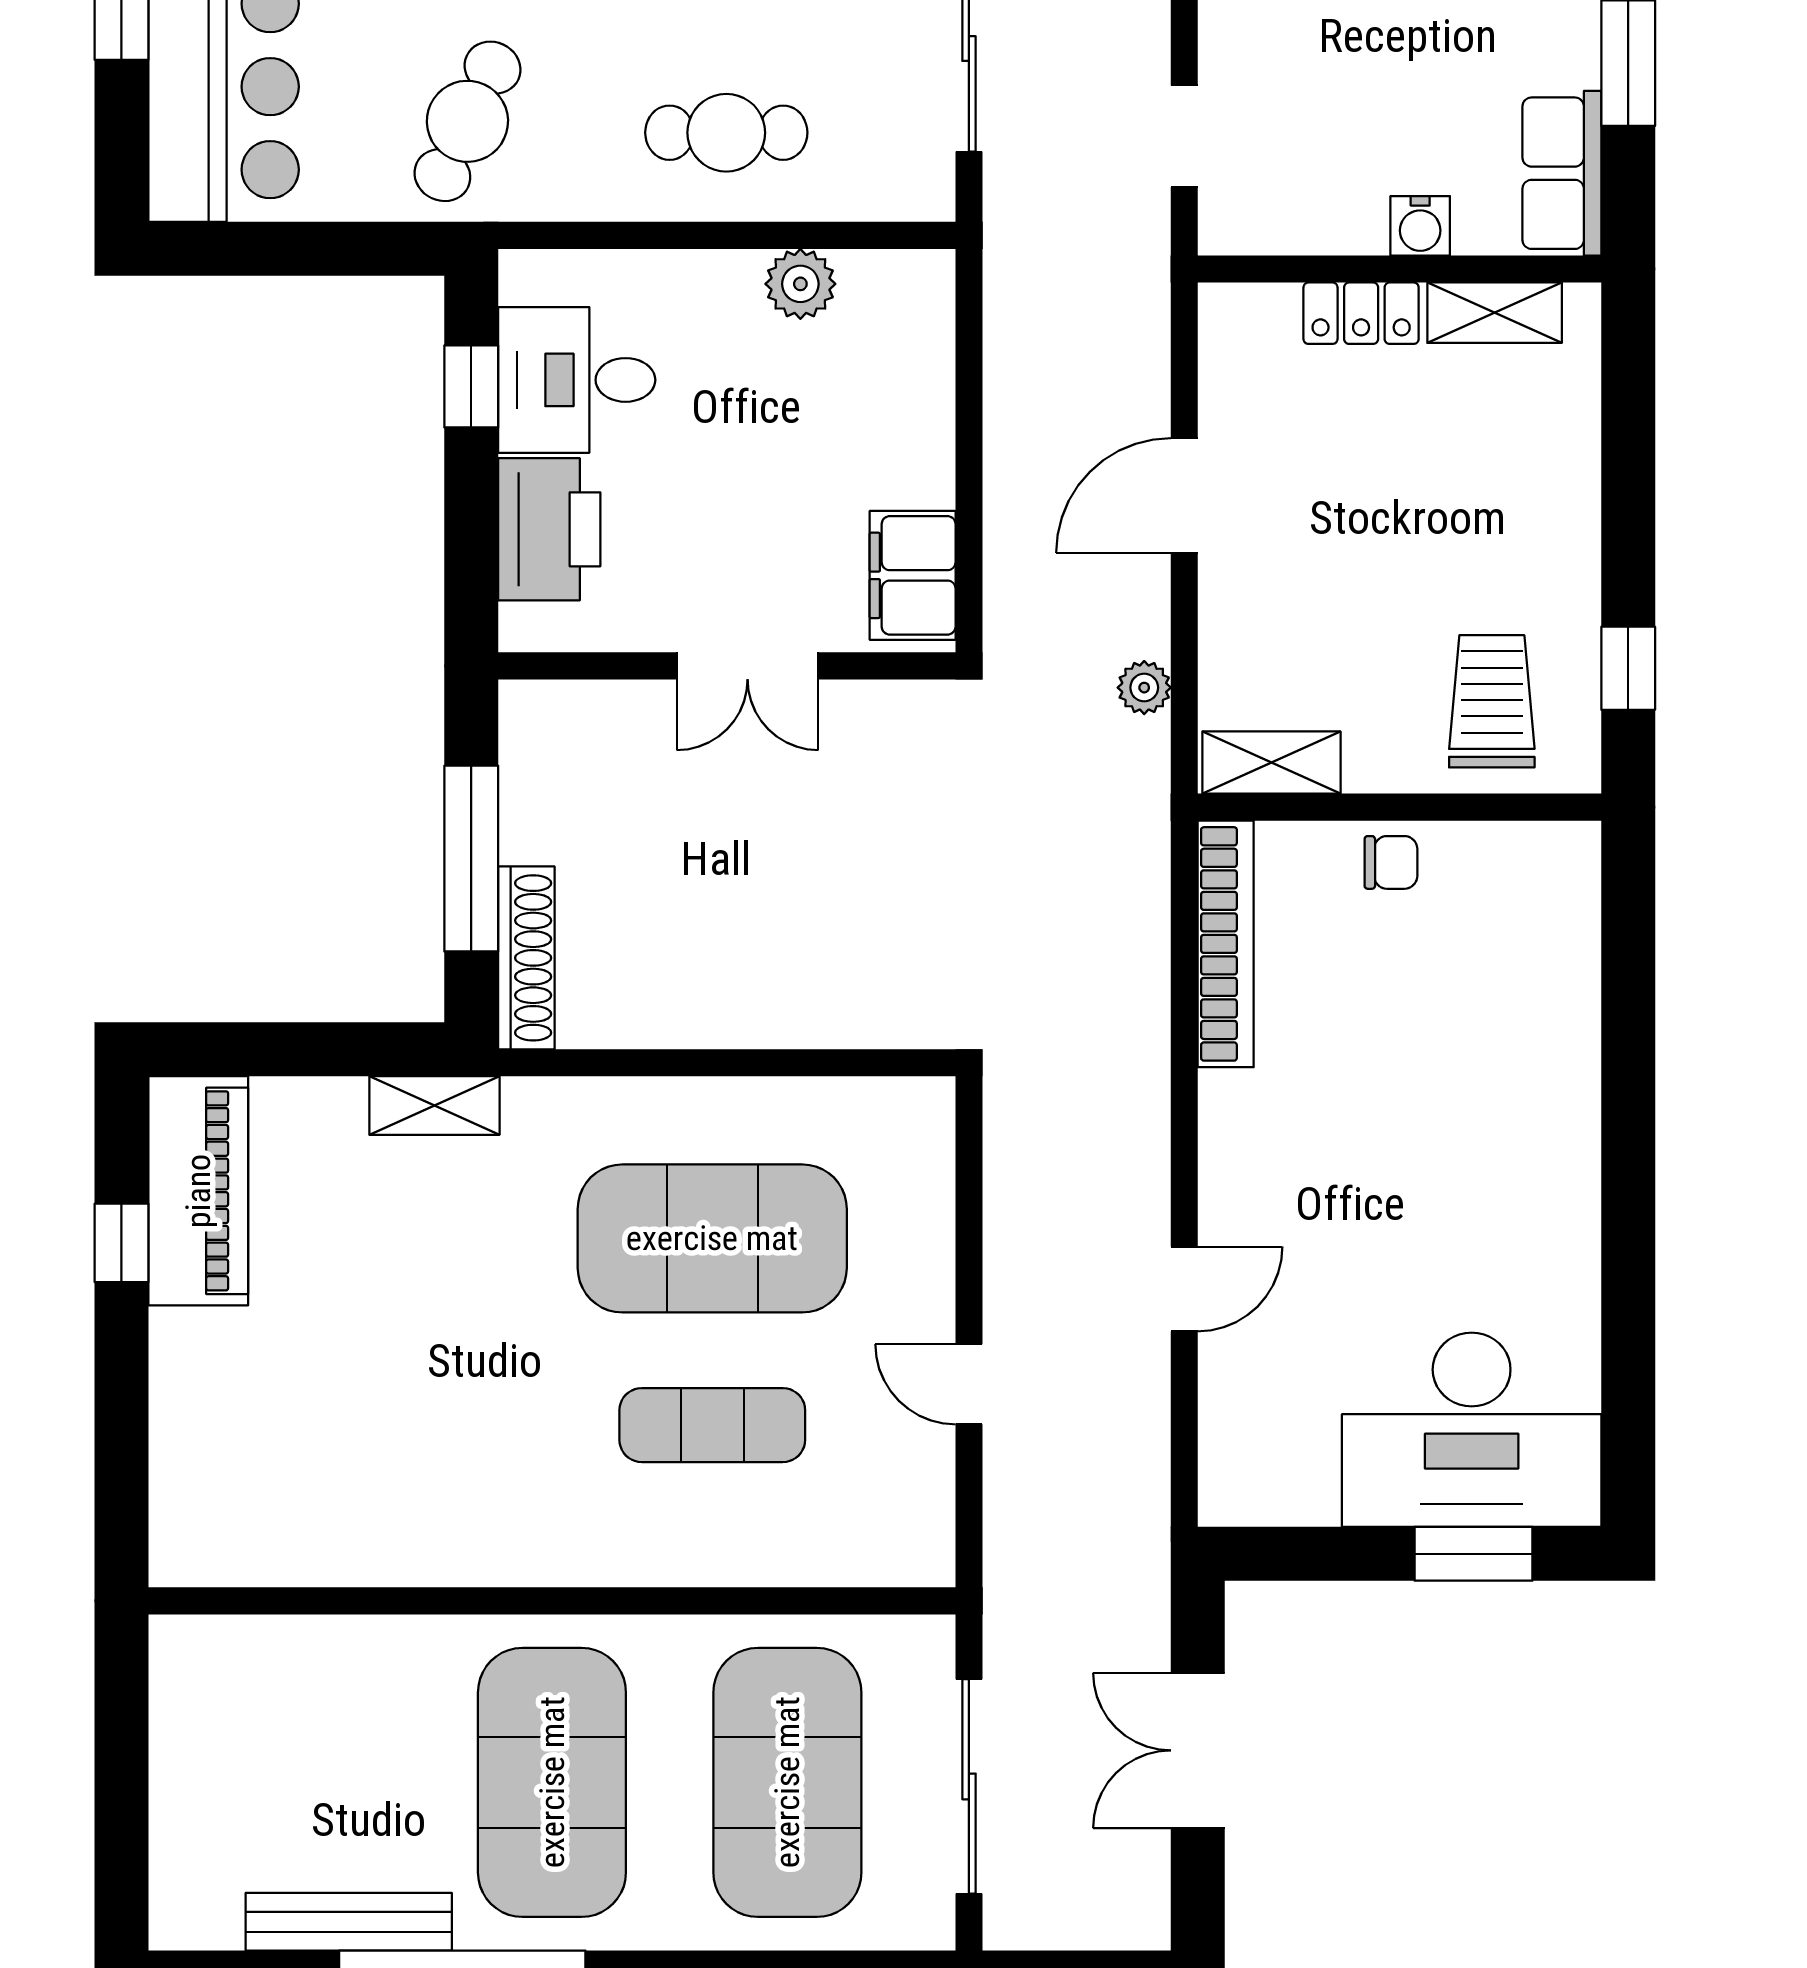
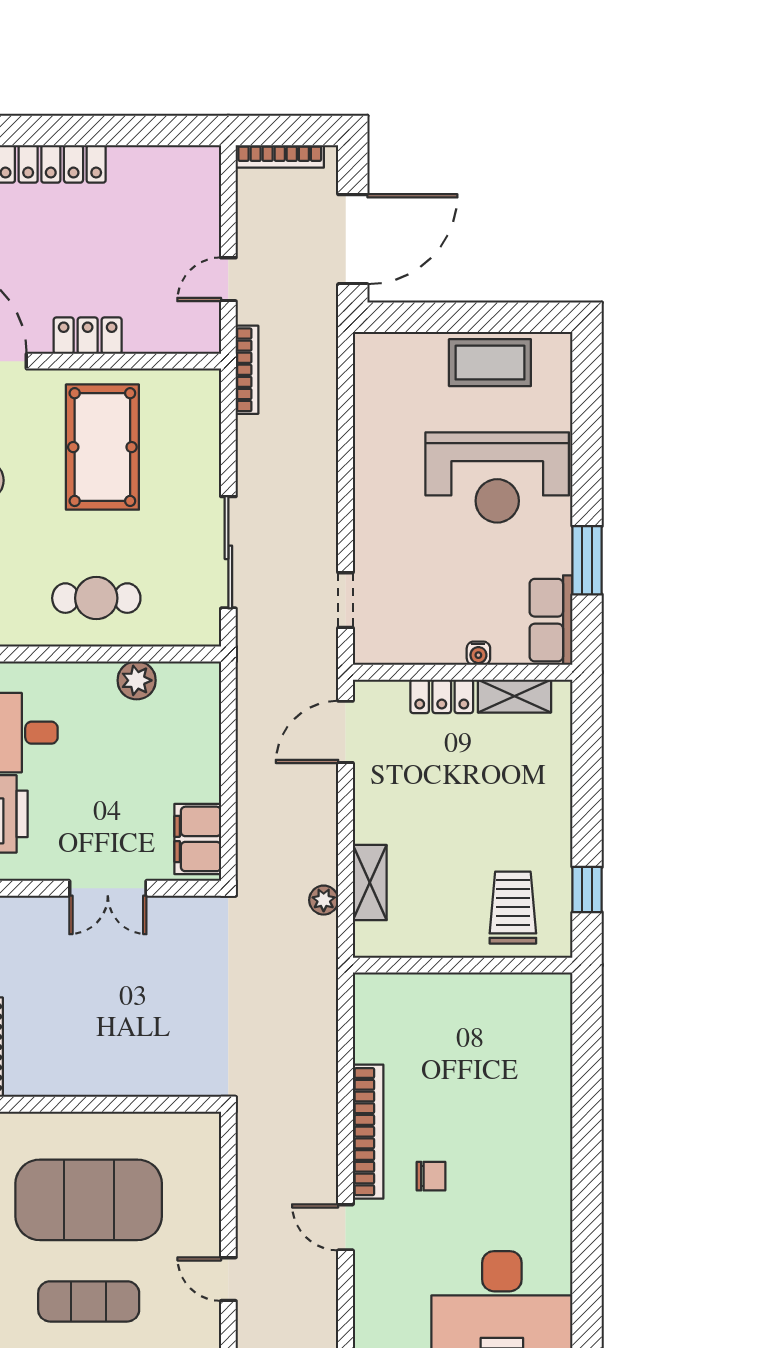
water cooler: (1420, 226) -> (478, 653), width x0.72, depth x0.72
door: (1184, 496) -> (346, 732), moved
shelving: (1271, 763) -> (370, 883), moved, turned 90
chair: (1391, 862) -> (431, 1176), moved
bookcase: (1226, 944) -> (368, 1132), moved
door: (1184, 1289) -> (346, 1227), swing flipped

